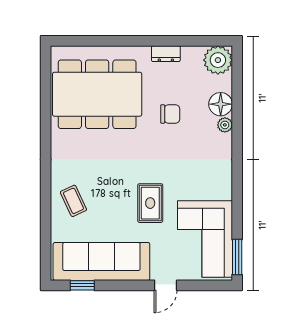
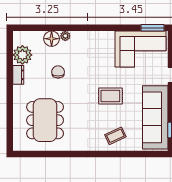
plant: (218, 60) -> (22, 55), moved
dining table: (97, 94) -> (45, 120), width x0.73, depth x0.80
rug: (150, 203) -> (110, 96), moved

